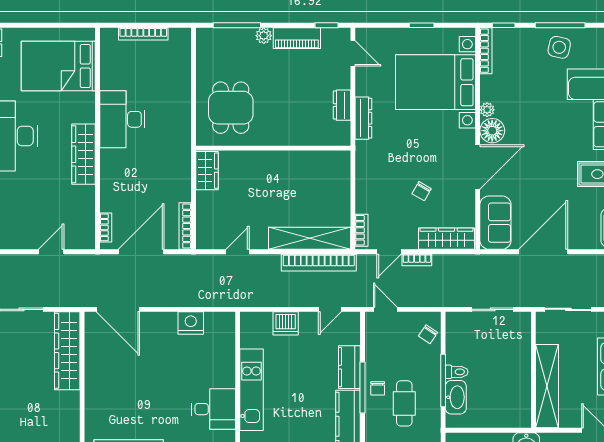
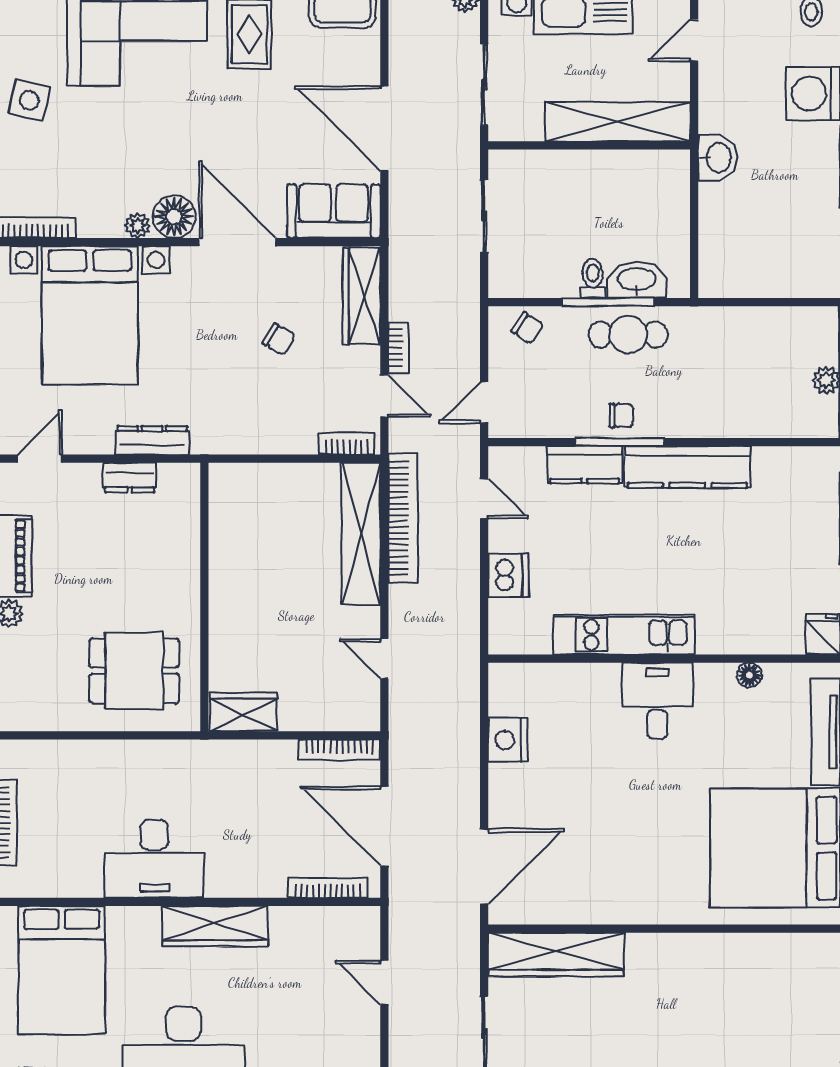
bookcase: (106, 227) -> (328, 888), width x1.56
cafe table: (404, 403) -> (628, 335), moved

